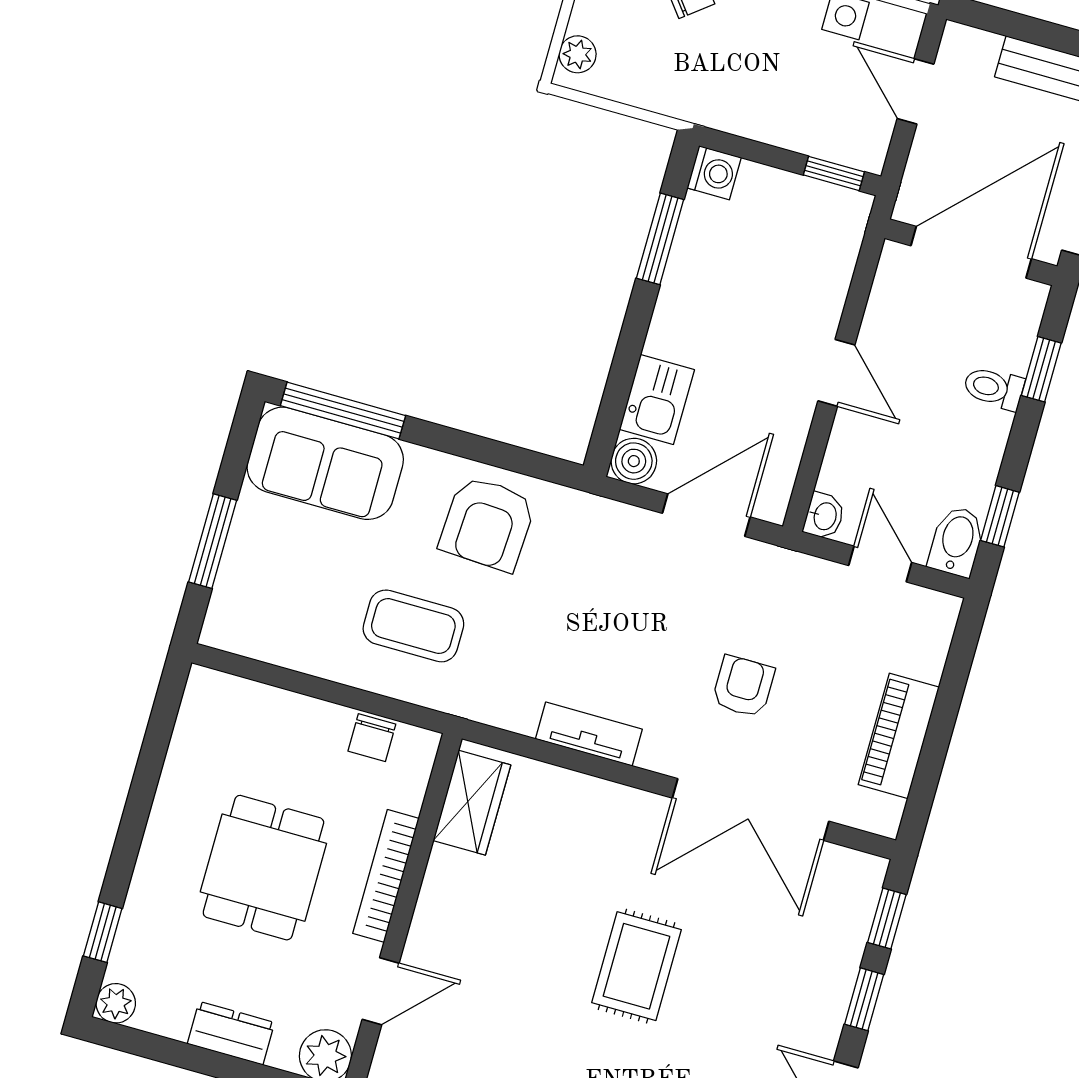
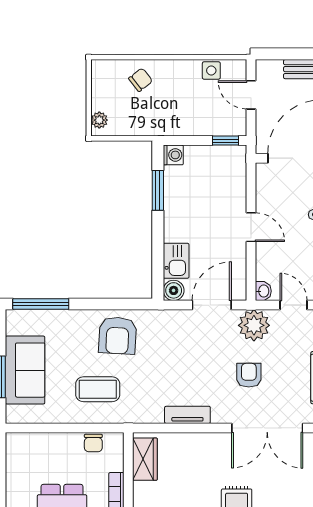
sofa: (325, 463) -> (25, 370), moved, turned -90
plant: (784, 583) -> (254, 325), added

